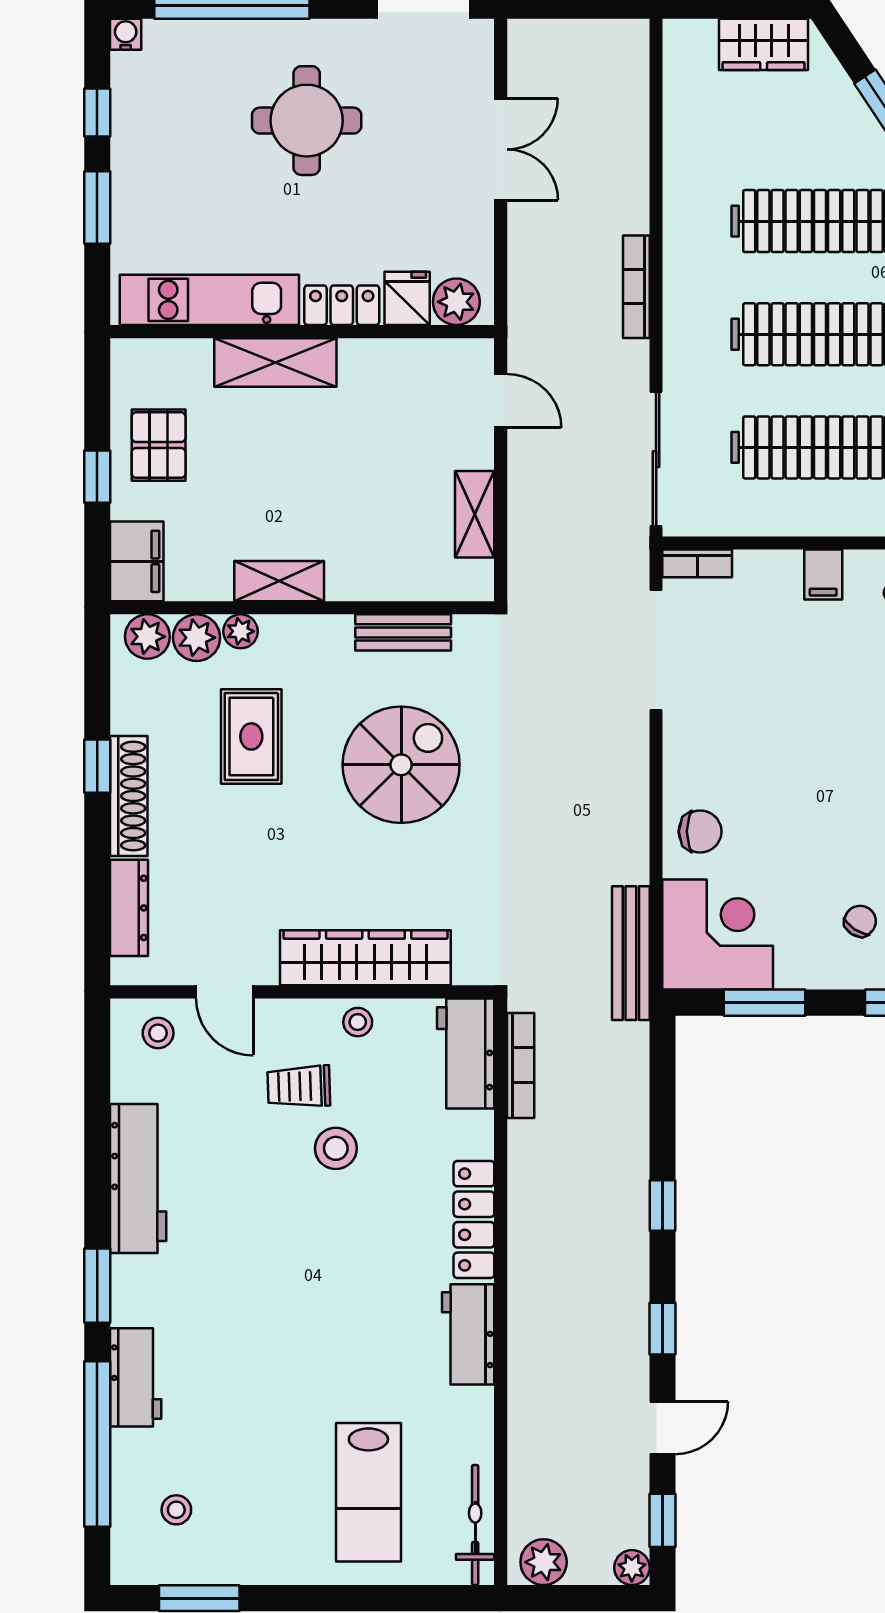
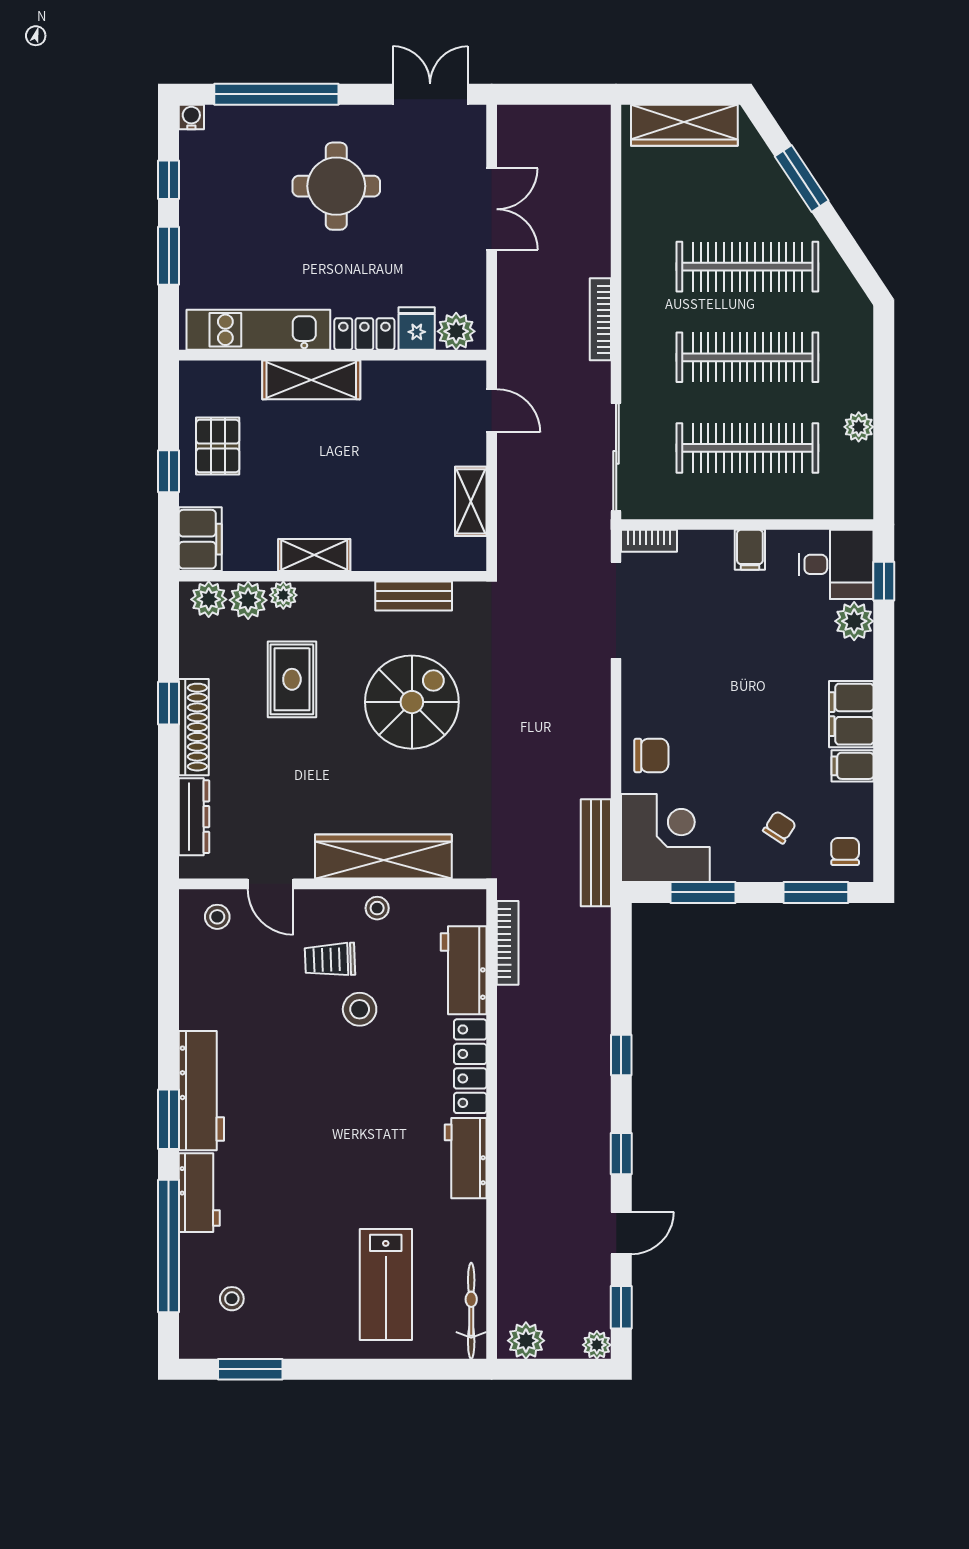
wardrobe: (764, 44) -> (684, 125), width x1.50
workbench: (466, 1053) -> (464, 970), moved
workbench: (138, 1178) -> (201, 1091), moved

